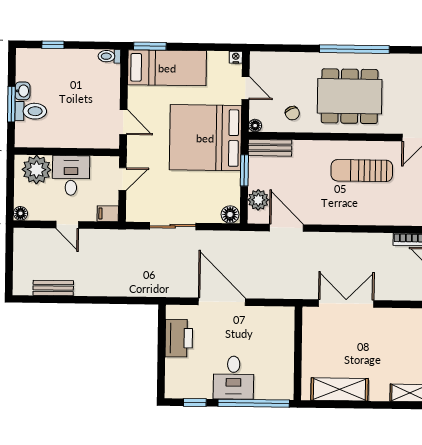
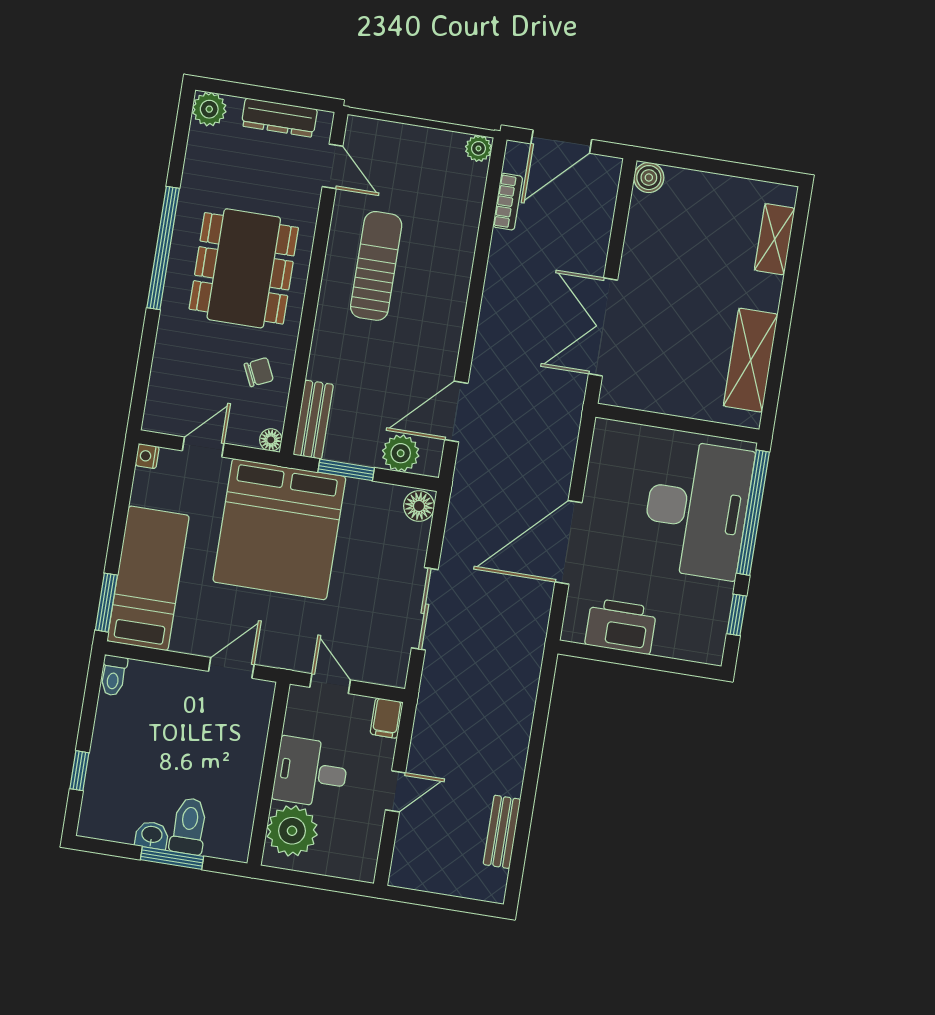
sun lounger: (362, 171) -> (376, 266), turned 180
floor lamp: (20, 213) -> (364, 870), removed
desk: (234, 378) -> (697, 509), width x1.87, depth x1.30

